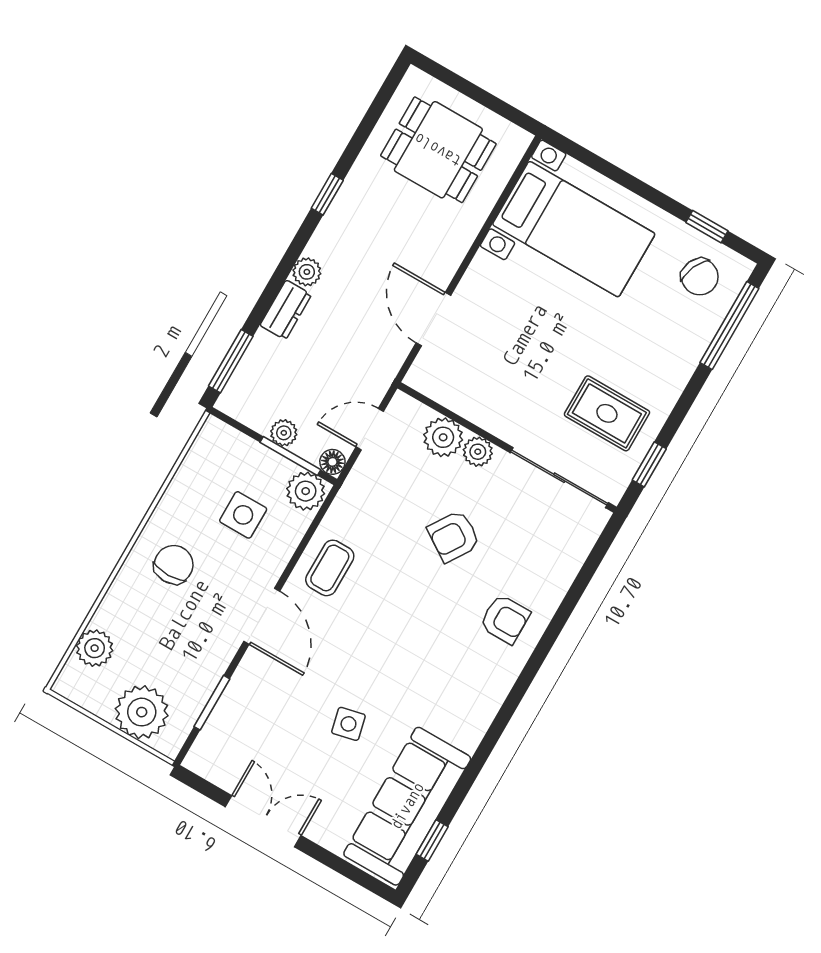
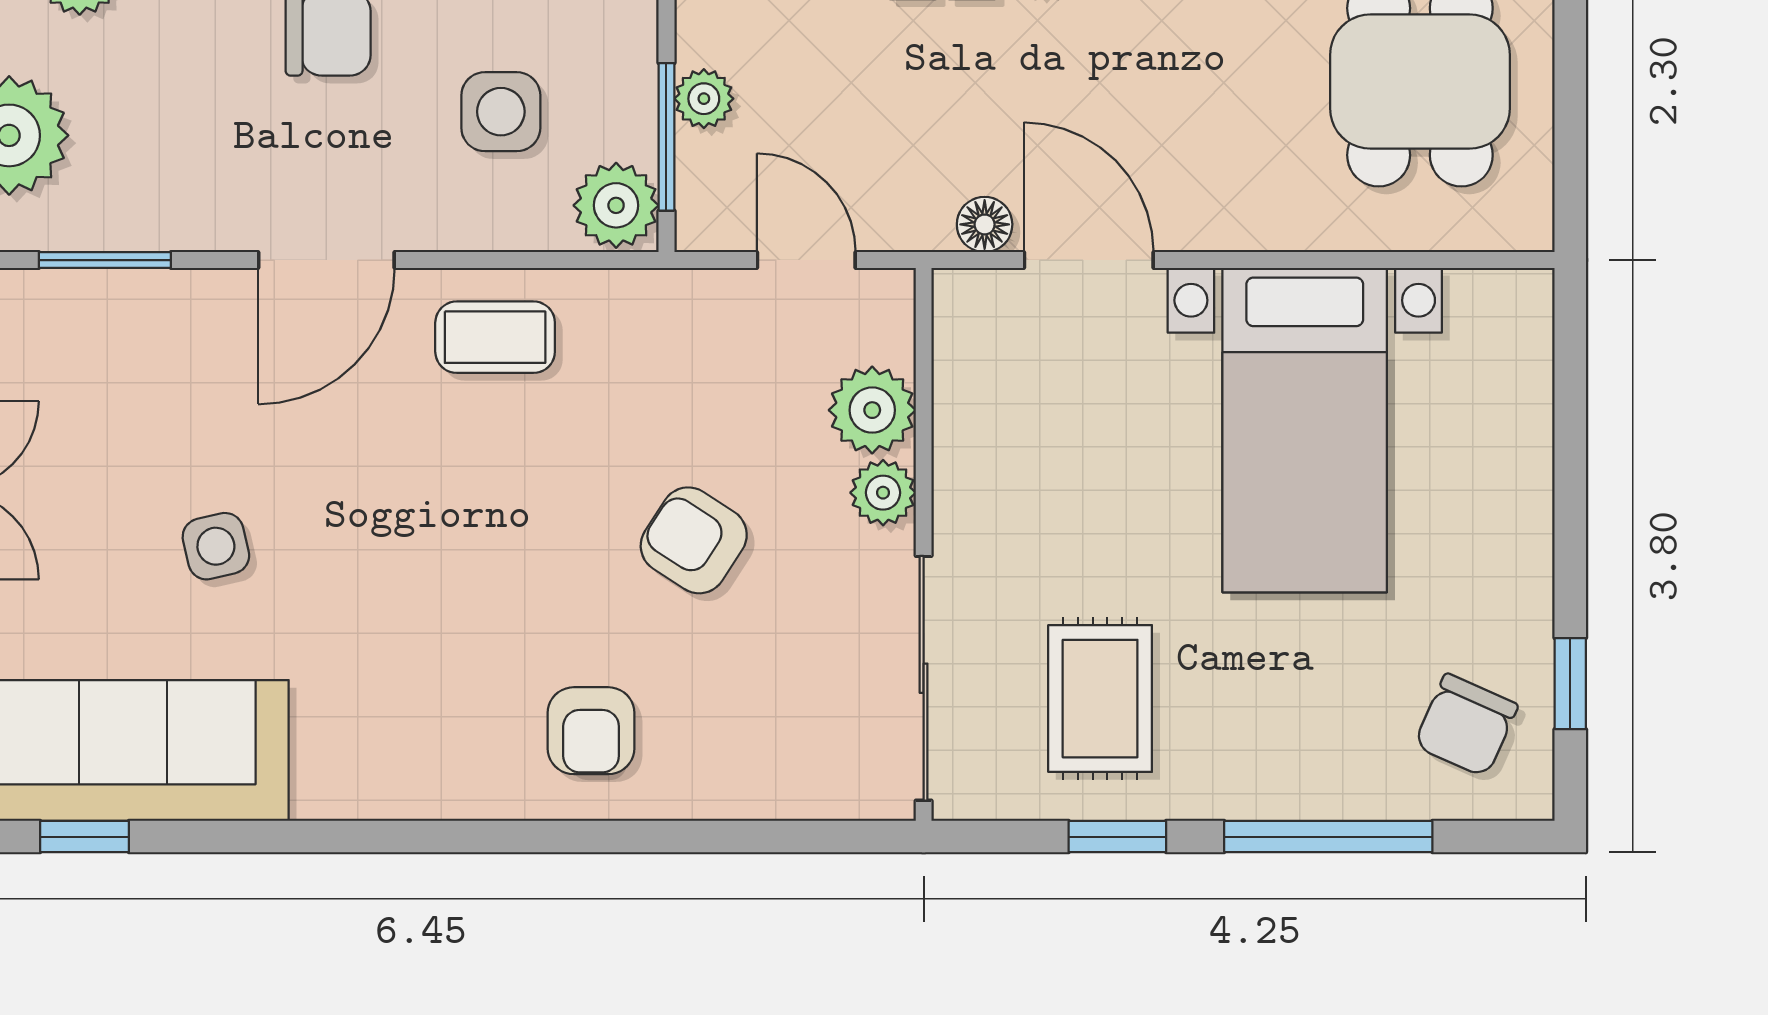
bed with nightstands: (574, 229) -> (1305, 430), moved
door: (433, 319) -> (1089, 260), hinge flipped
window: (729, 326) -> (1328, 837), moved
floor lamp: (332, 462) -> (985, 224), moved
window: (649, 464) -> (1117, 837), moved

